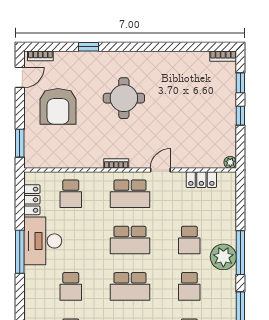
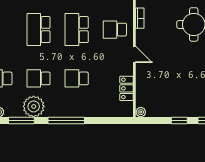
school desk: (130, 194) -> (115, 30), width x0.54
plant: (223, 257) -> (34, 106), moved

